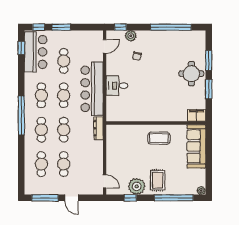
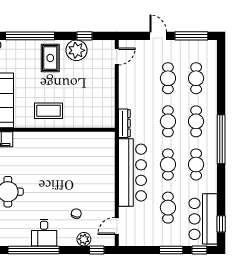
desk: (117, 86) -> (44, 233), moved, turned 90
door: (105, 181) -> (117, 57), swing flipped

